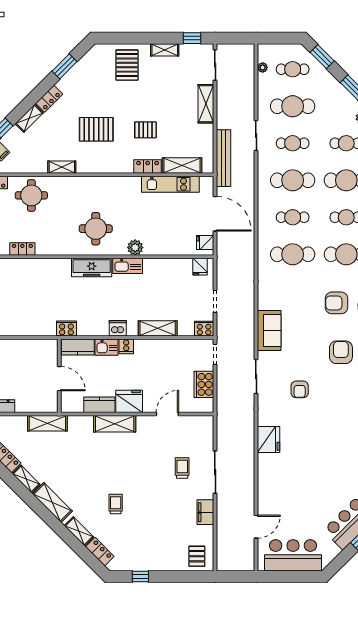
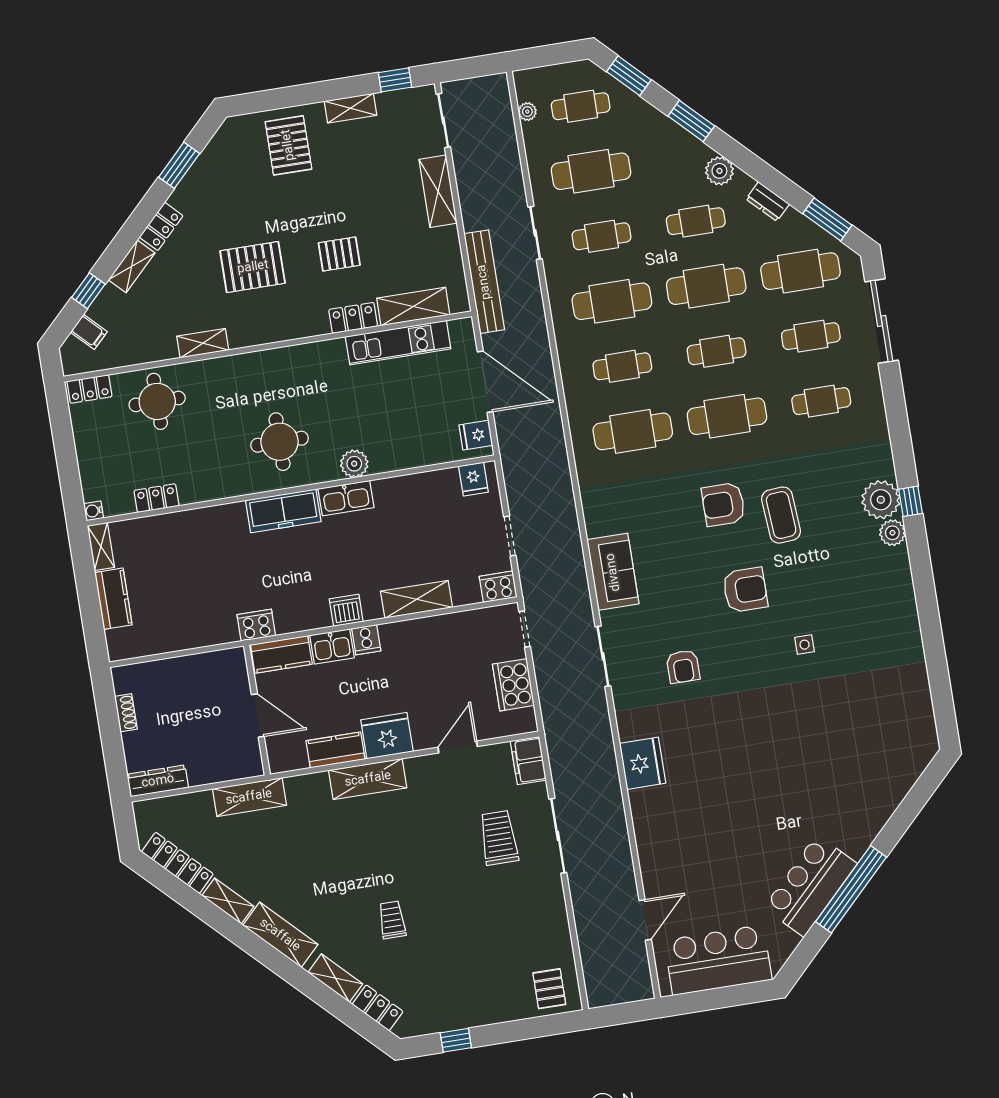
armchair: (341, 352) -> (745, 590), turned 90
trolley: (182, 468) -> (499, 838), width x1.36, depth x1.39
filing cabinet: (205, 512) -> (528, 761), moved

